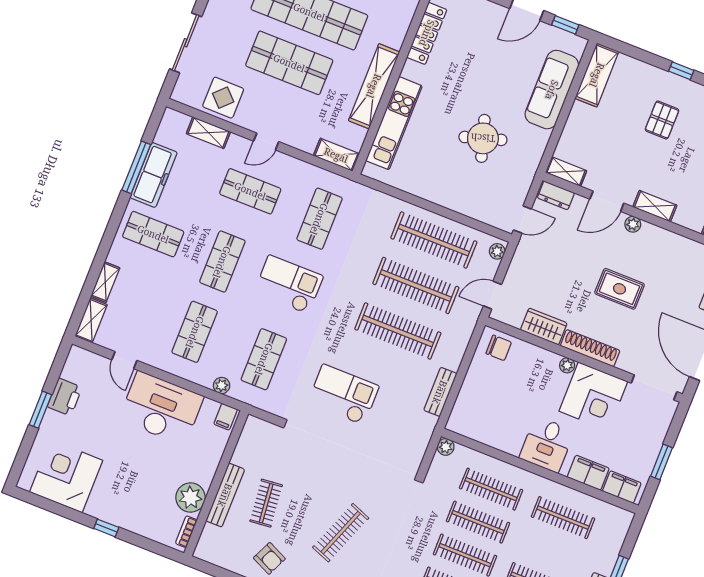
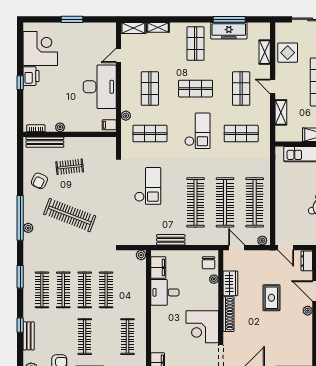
shelving: (336, 155) -> (281, 112), moved
rug: (620, 289) -> (271, 298), moved
shop shelf: (195, 332) -> (150, 89), turned 90
plant: (567, 365) -> (214, 279), moved
printer: (65, 397) -> (31, 76), moved, turned -90
desk: (547, 445) -> (165, 292), moved
filing cabinet: (588, 473) -> (158, 268), moved
clothes rail: (491, 489) -> (127, 290), removed
bench: (225, 495) -> (45, 142), moved
plant: (190, 498) -> (60, 127), width x0.53, depth x0.53
clothes rail: (341, 533) -> (70, 215), width x1.37, depth x1.31

